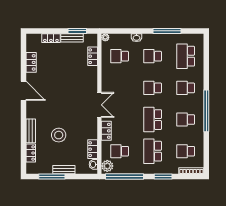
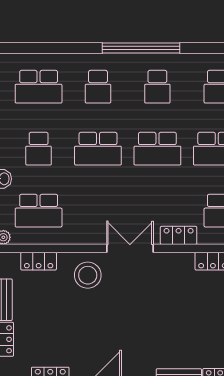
school desk: (120, 56) -> (39, 211), width x1.85
school desk: (153, 88) -> (98, 149), width x1.85
stool: (59, 135) -> (88, 275), moved

